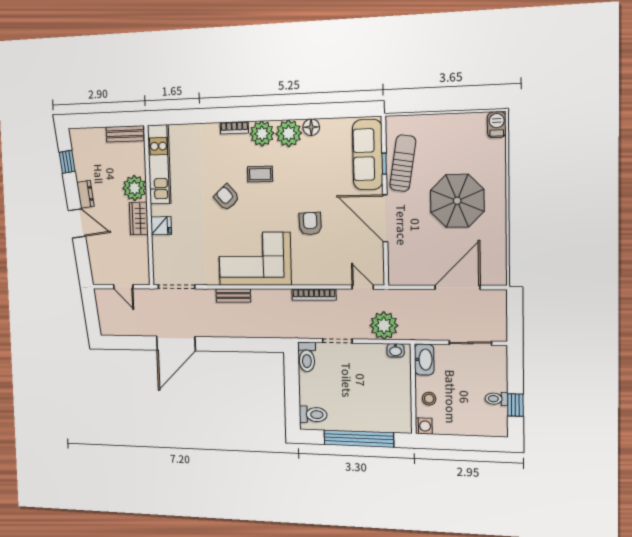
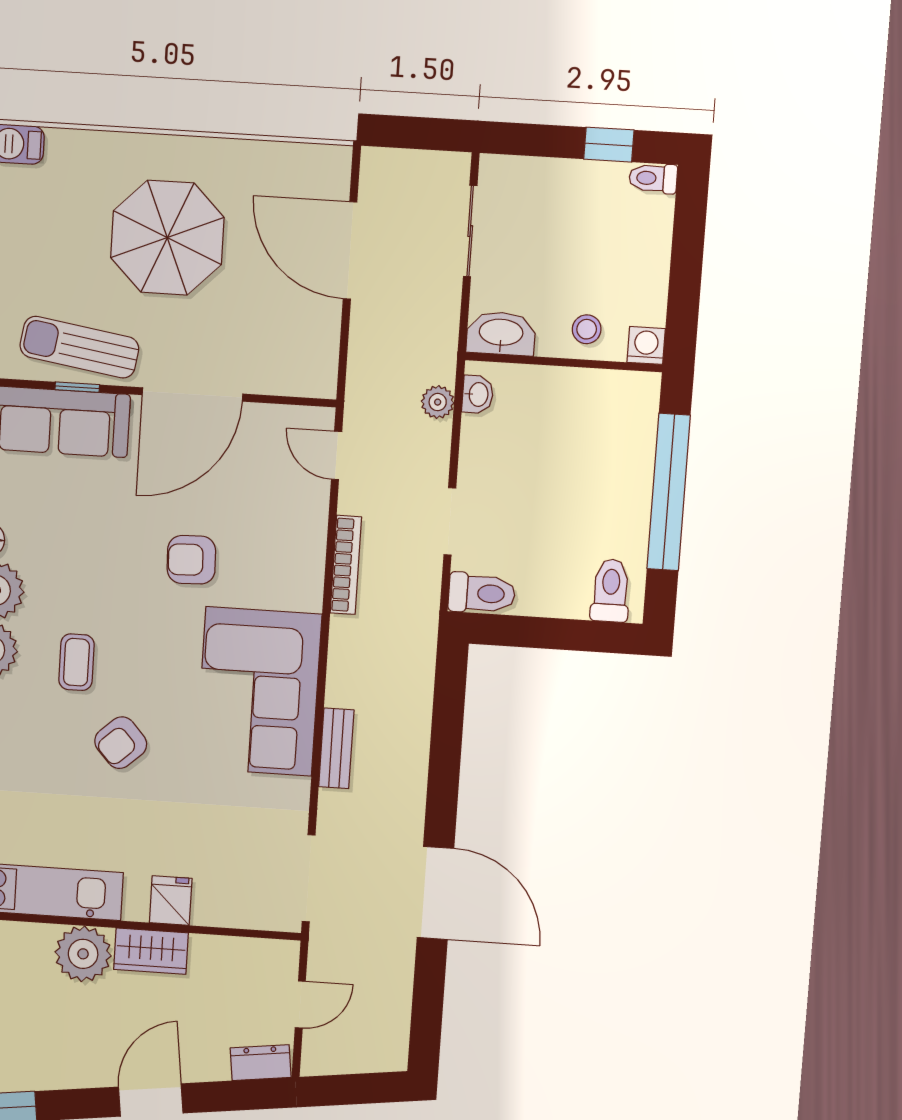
dresser: (85, 194) -> (261, 1063), moved
door: (363, 287) -> (337, 455), hinge flipped
plant: (384, 325) -> (438, 402), width x0.53, depth x0.53
toilet: (496, 399) -> (653, 178), moved, turned 90

